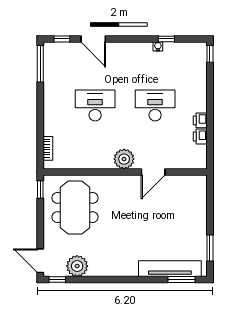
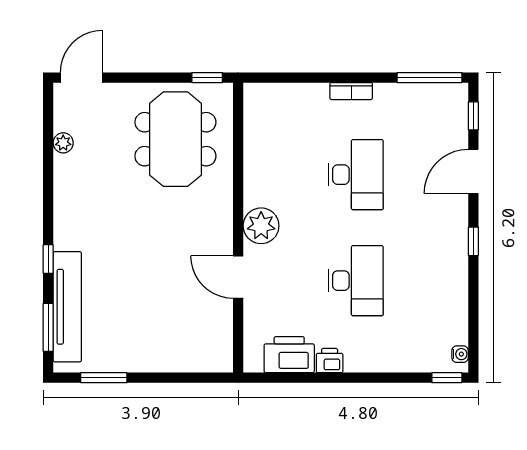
window: (166, 39) -> (473, 241), moved
water cooler: (158, 46) -> (460, 354), moved
printer: (200, 137) -> (289, 355), width x1.87, depth x1.48
bookcase: (48, 148) -> (351, 91), moved
meeting table: (75, 207) -> (175, 139), turned 90
plant: (77, 266) -> (63, 143), width x0.53, depth x0.53
window: (57, 280) -> (48, 259), moved

